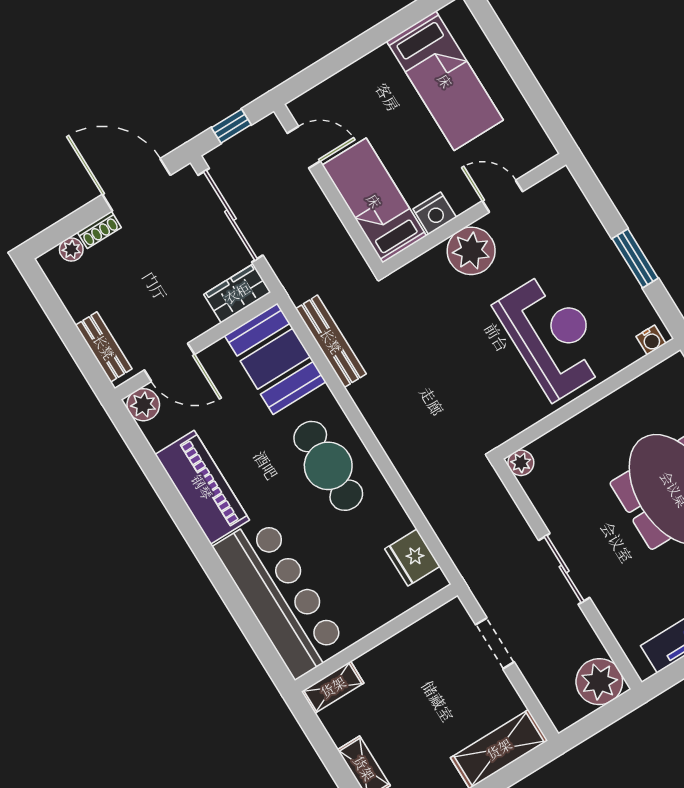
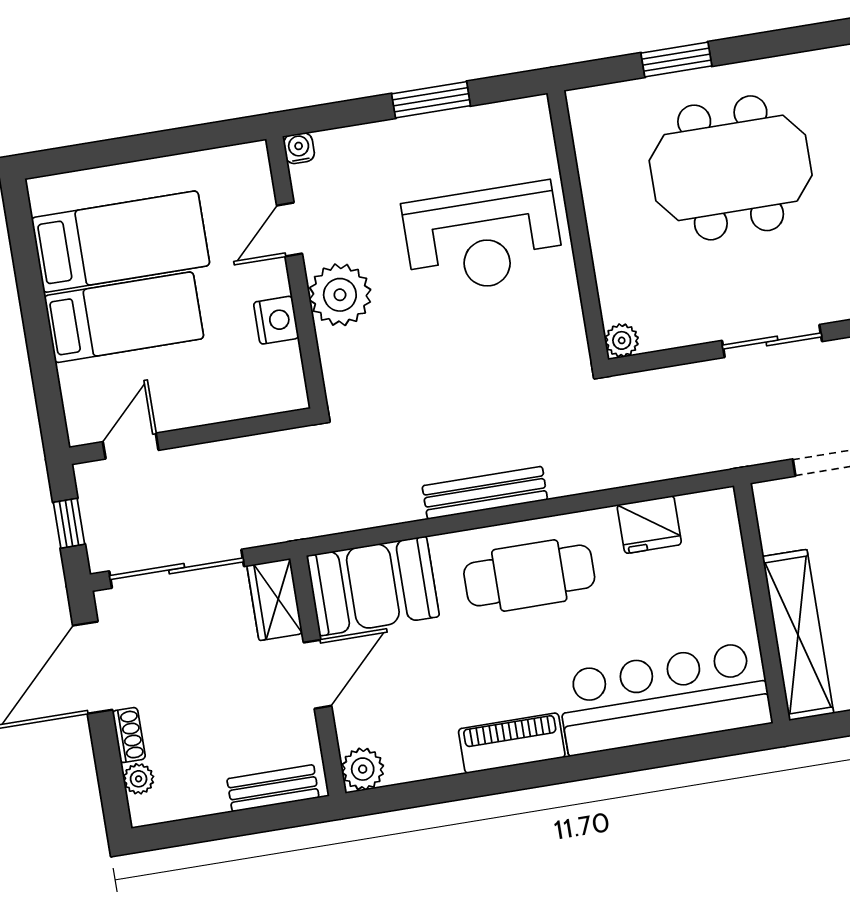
bed: (374, 201) -> (124, 317), moved, turned 180
reception desk: (552, 335) -> (483, 238), turned 180
water cooler: (651, 340) -> (299, 148), moved, turned -90
bench: (331, 341) -> (485, 493), moved
door: (169, 362) -> (318, 674), moved
piano: (202, 487) -> (512, 743), width x0.73, depth x0.75
fridge: (412, 558) -> (649, 525), moved
shelving: (333, 687) -> (798, 635), width x2.20, depth x1.33

